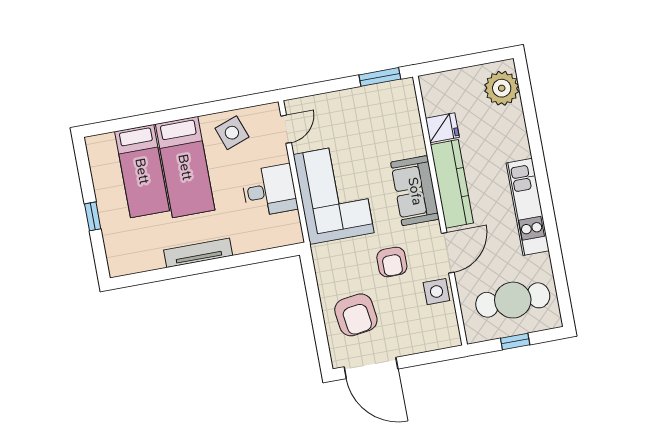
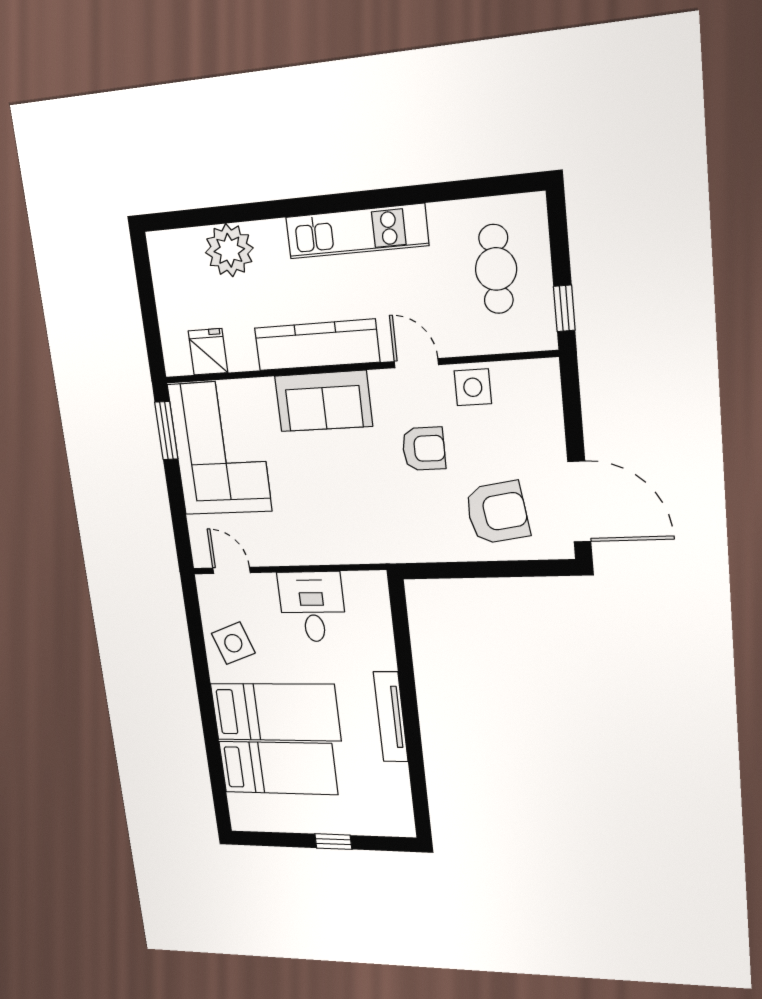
plant: (502, 88) -> (229, 250), moved
fridge: (442, 128) -> (208, 352), moved
corner sofa: (334, 194) -> (220, 448), moved, turned 90
door: (448, 253) -> (416, 363), width x0.73
cafe table: (513, 300) -> (496, 269), width x0.73, depth x0.74
window: (515, 341) -> (564, 308), moved
door: (371, 368) -> (579, 502), hinge flipped

